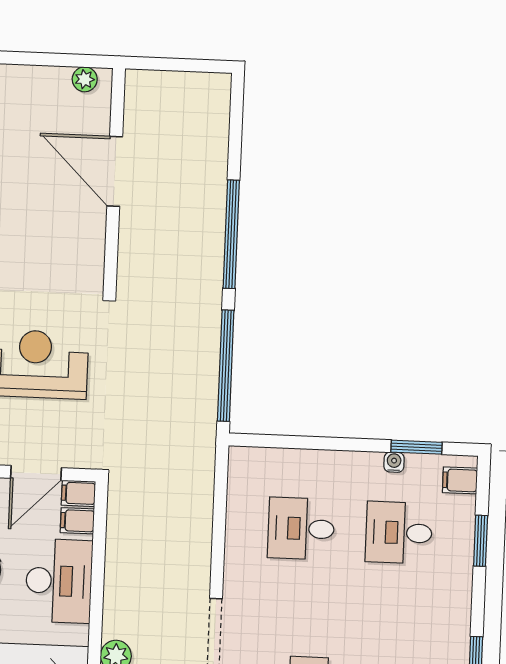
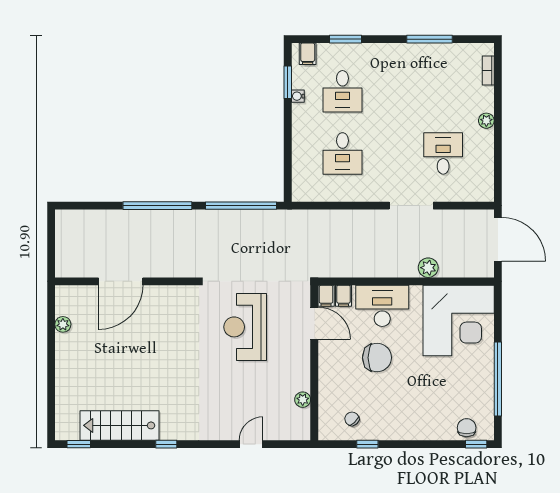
plant: (85, 79) -> (63, 324), moved

